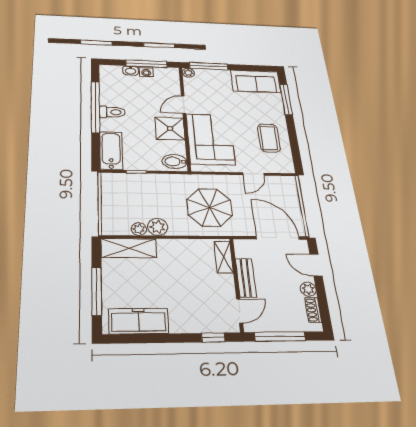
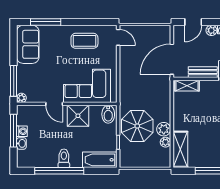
door: (253, 174) -> (118, 37), moved
parasol: (209, 207) -> (137, 126), moved
door: (278, 238) -> (172, 59), moved

